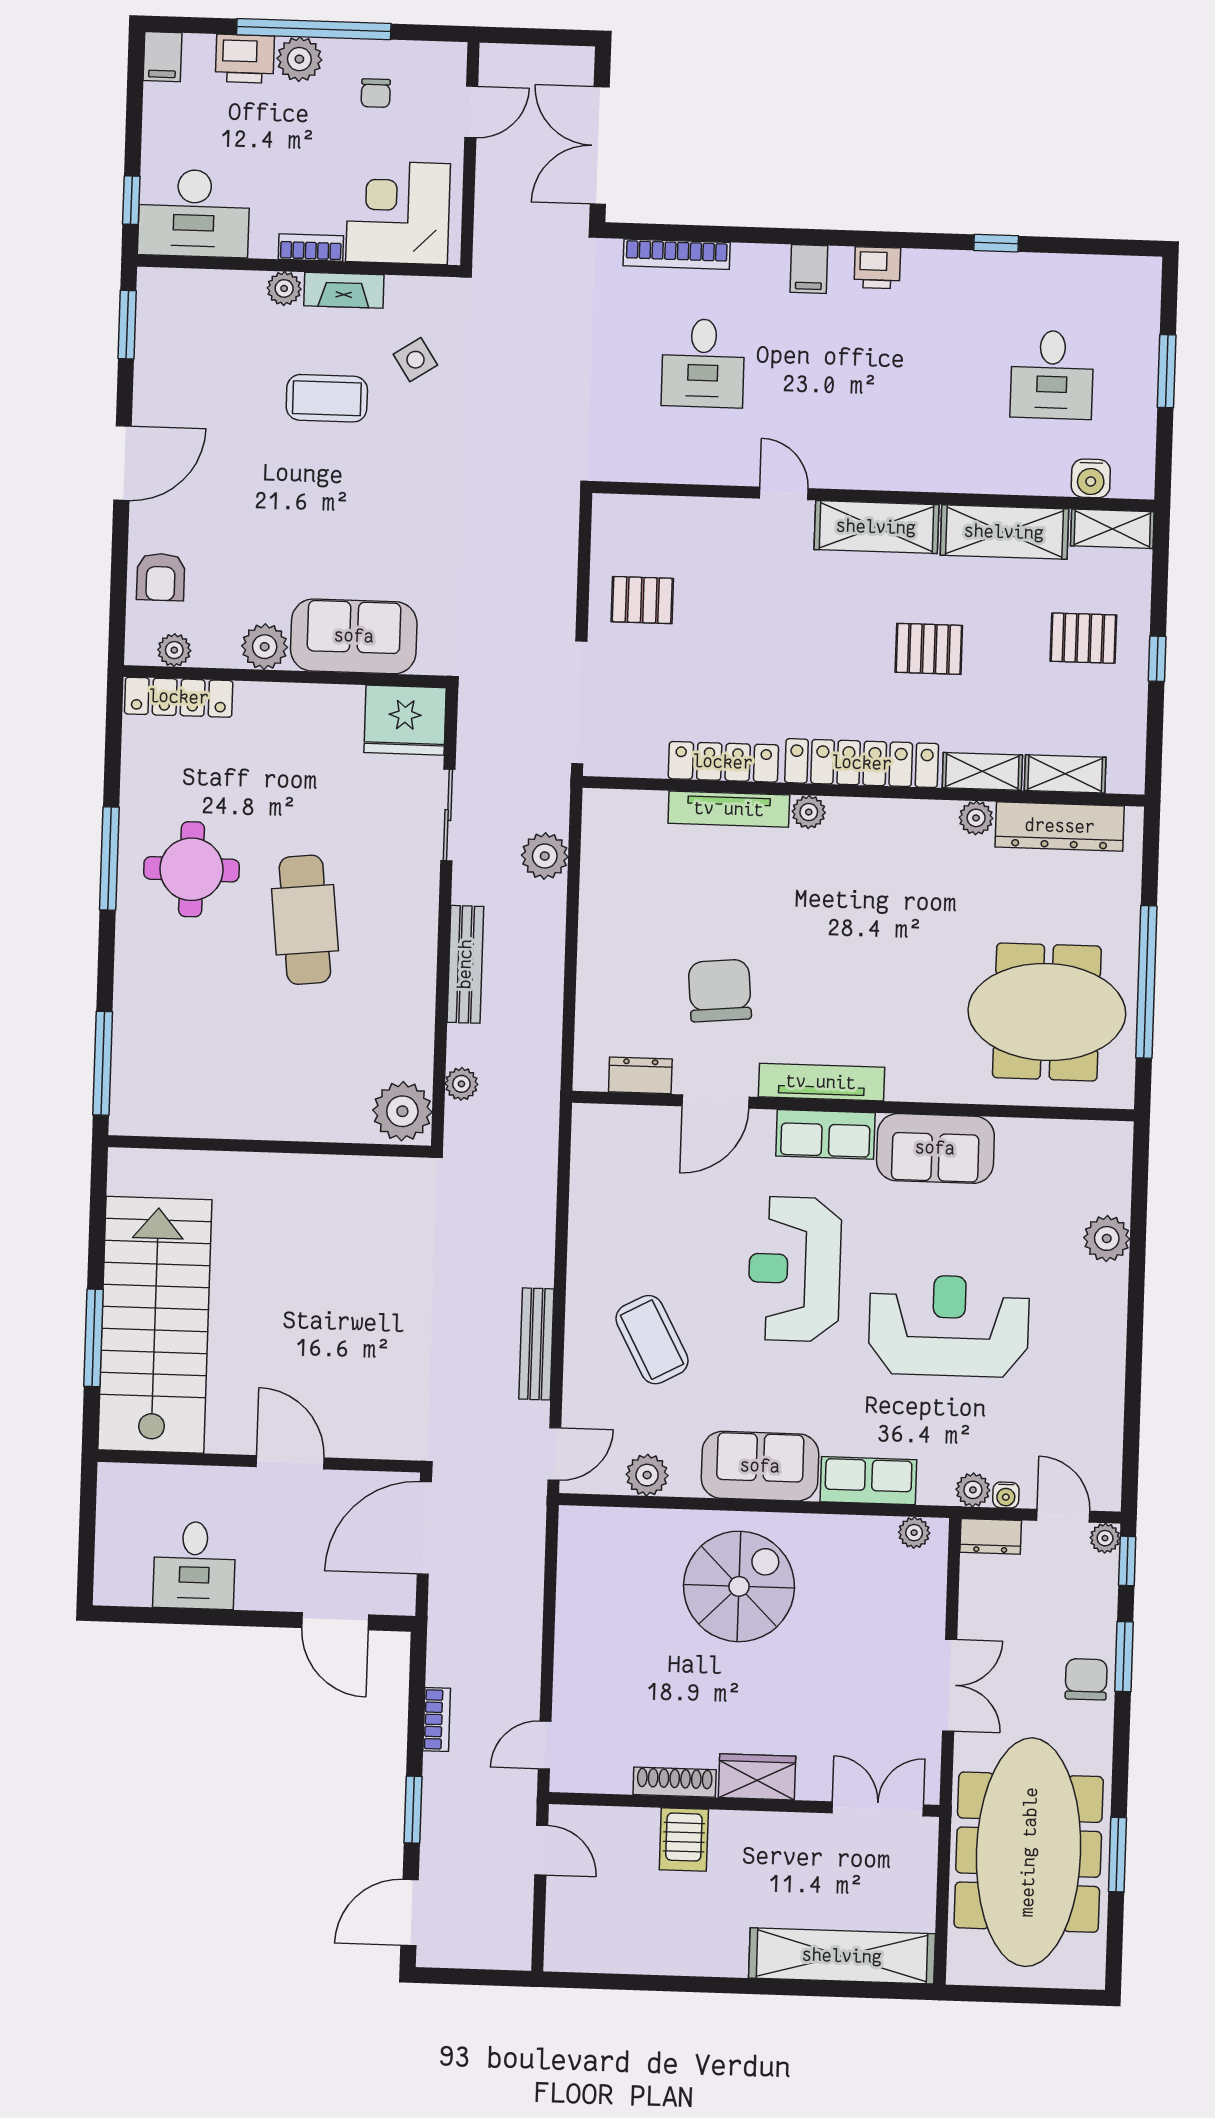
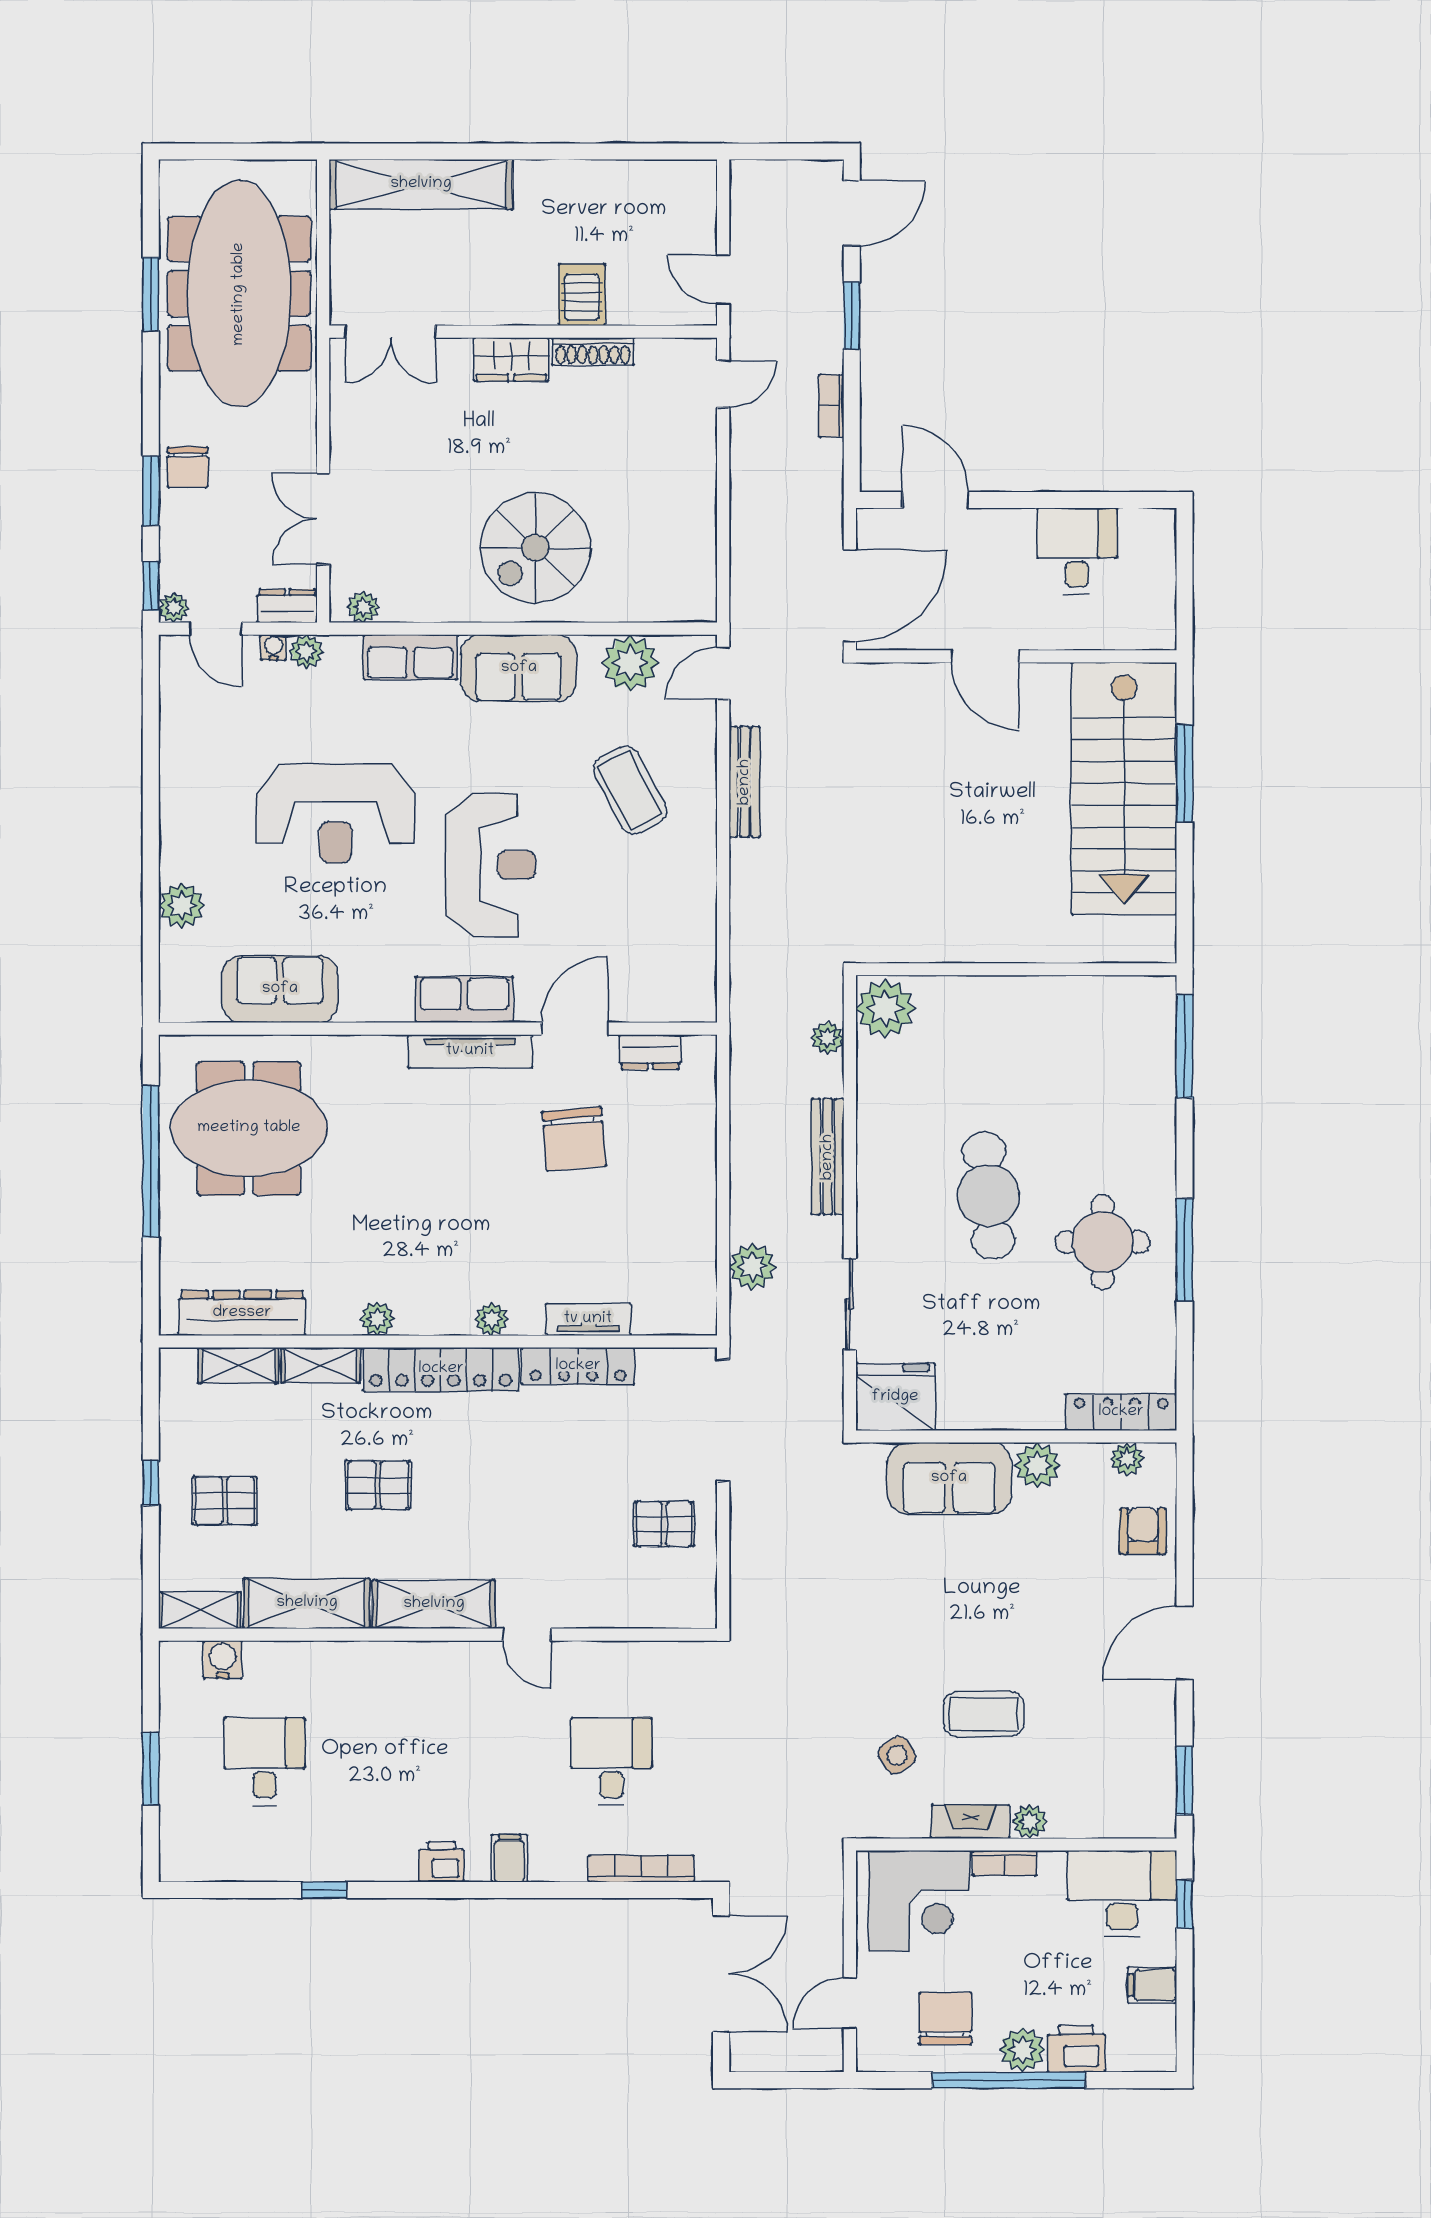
filing cabinet: (162, 57) -> (1152, 1985), moved, turned -90
chair: (376, 93) -> (945, 2019), width x1.87, depth x1.87
tv unit: (729, 809) -> (588, 1319), width x0.71
plant: (976, 818) -> (377, 1319), moved
sofa: (935, 1148) -> (280, 989), moved
plant: (647, 1475) -> (630, 663), width x1.36, depth x1.36
double door: (950, 1685) -> (323, 519), moved

